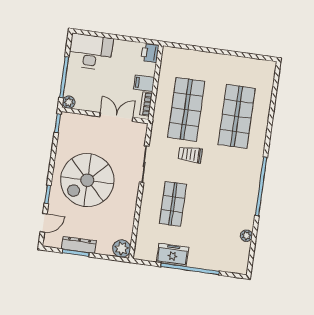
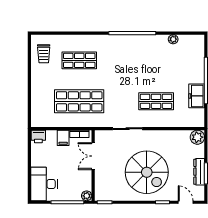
shop shelf: (237, 116) -> (79, 60), width x0.70, depth x0.74
trolley: (190, 155) -> (44, 54), moved

